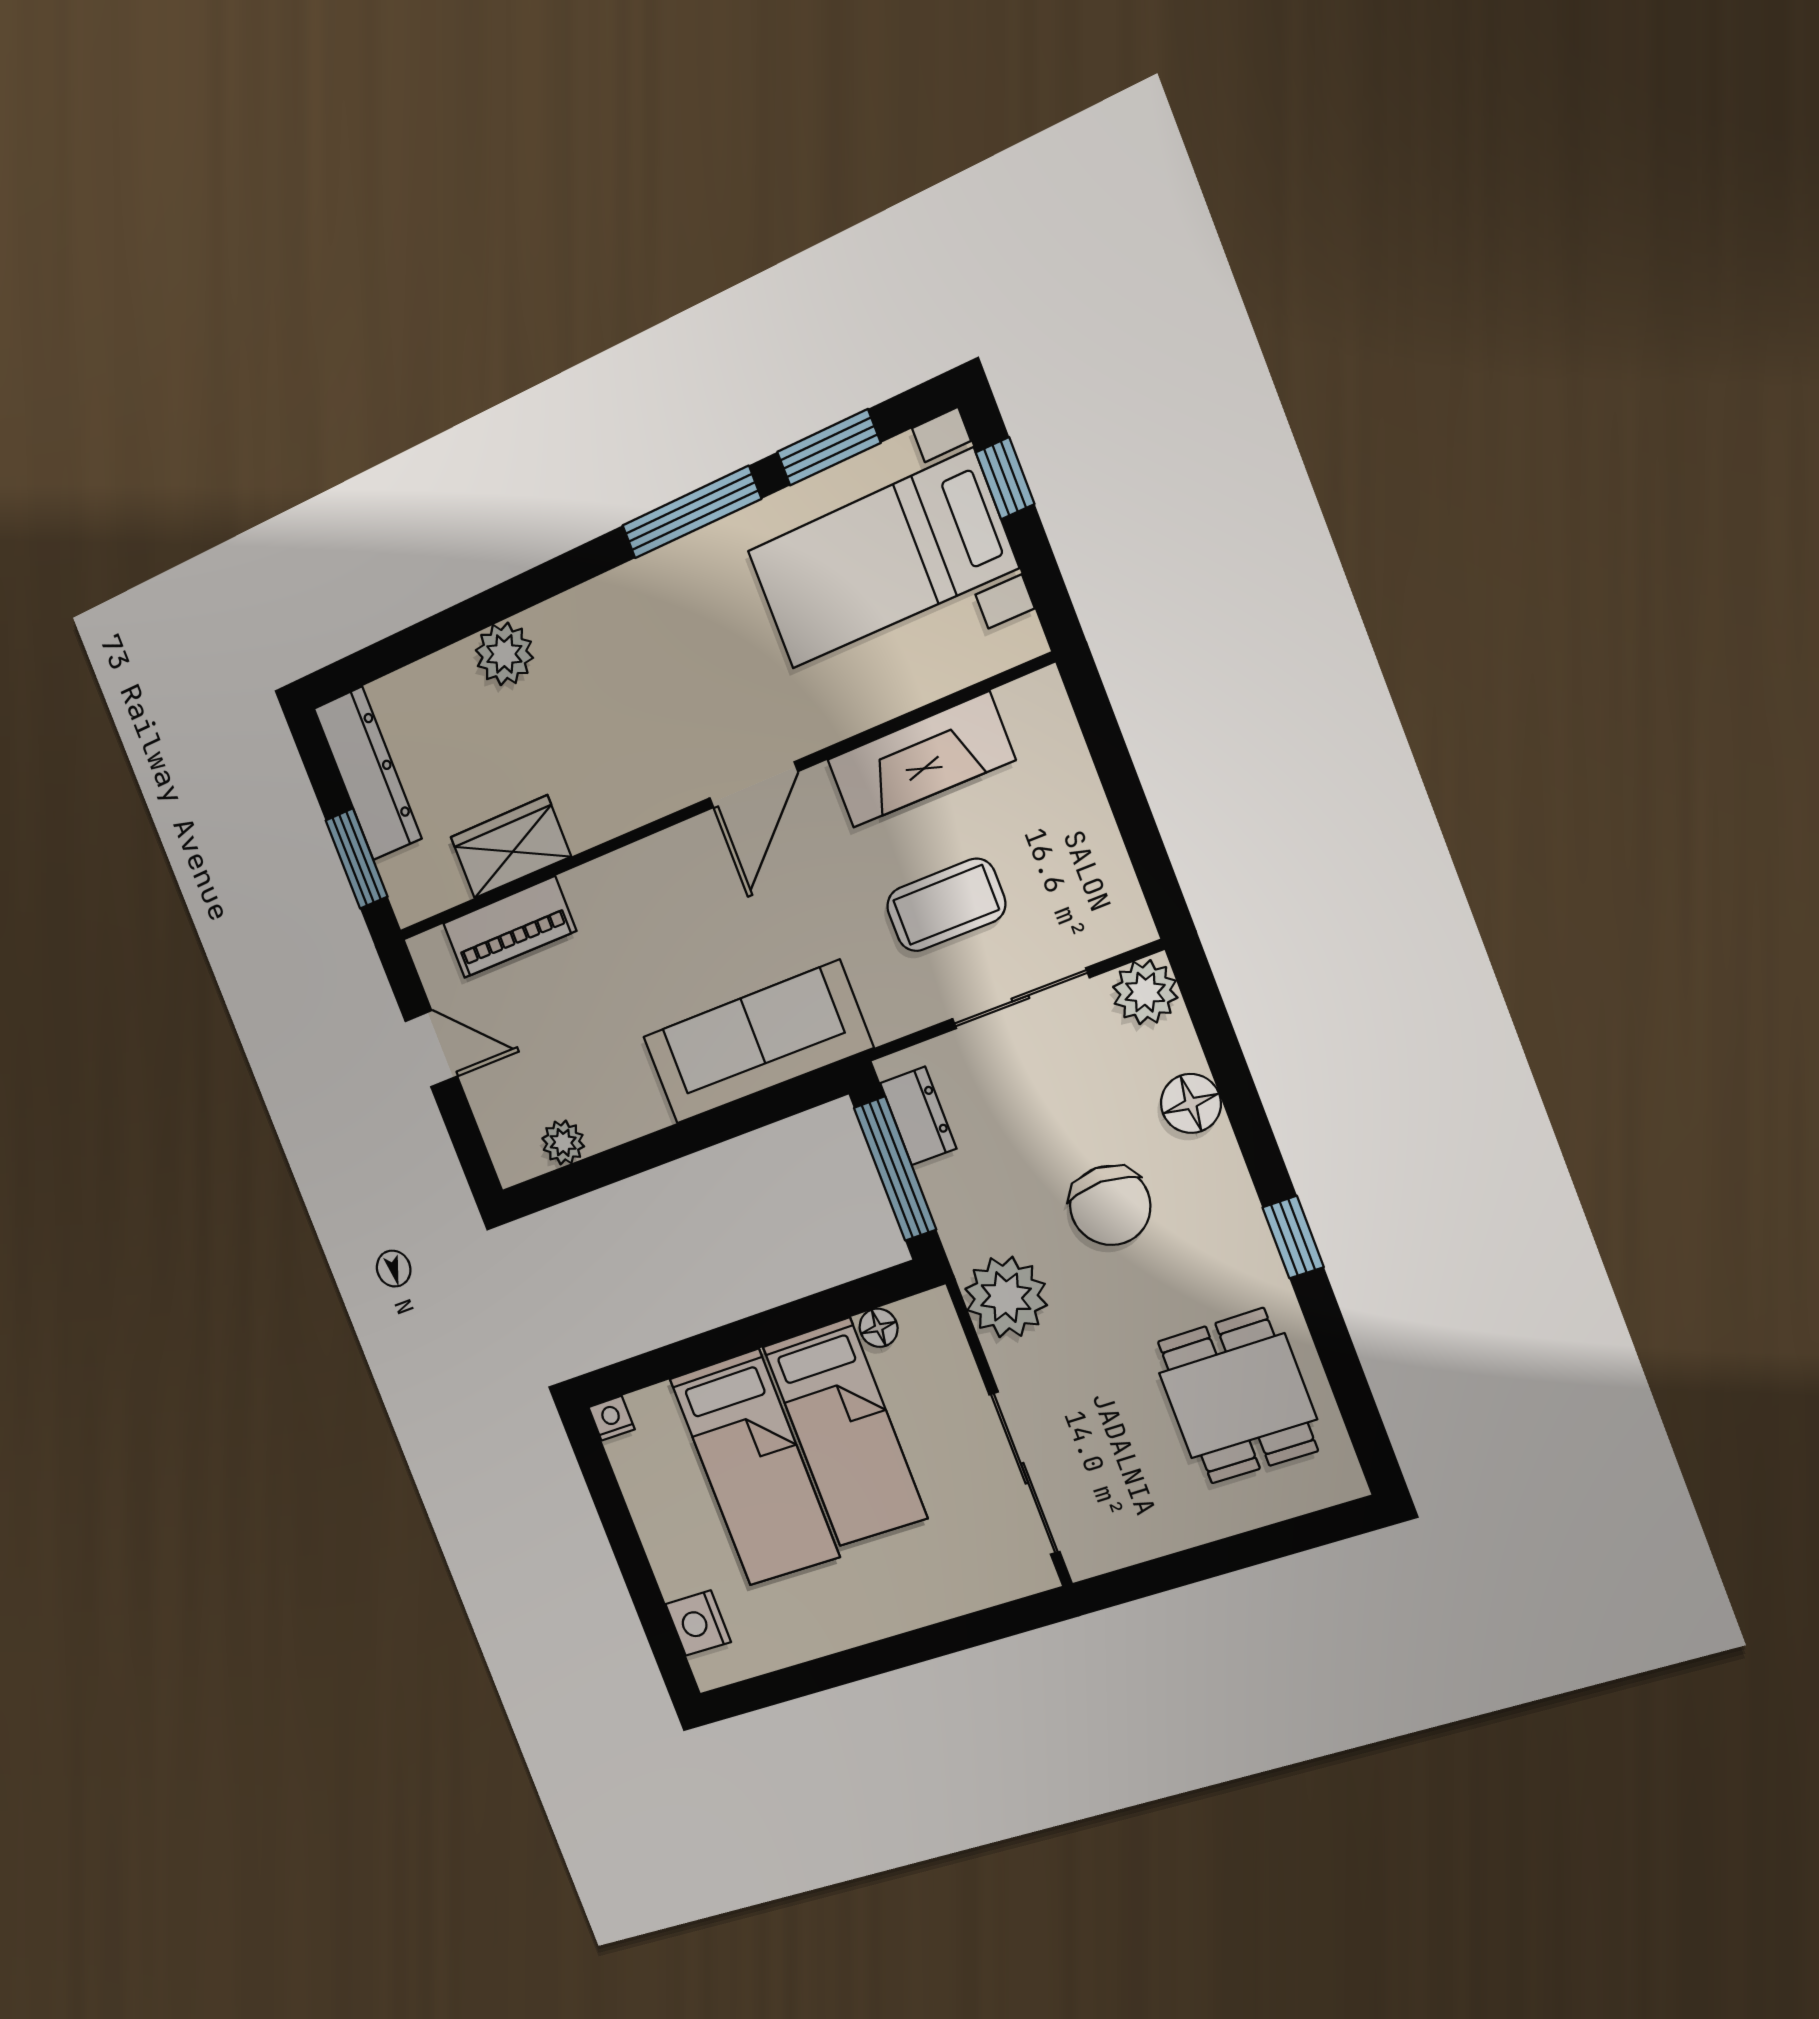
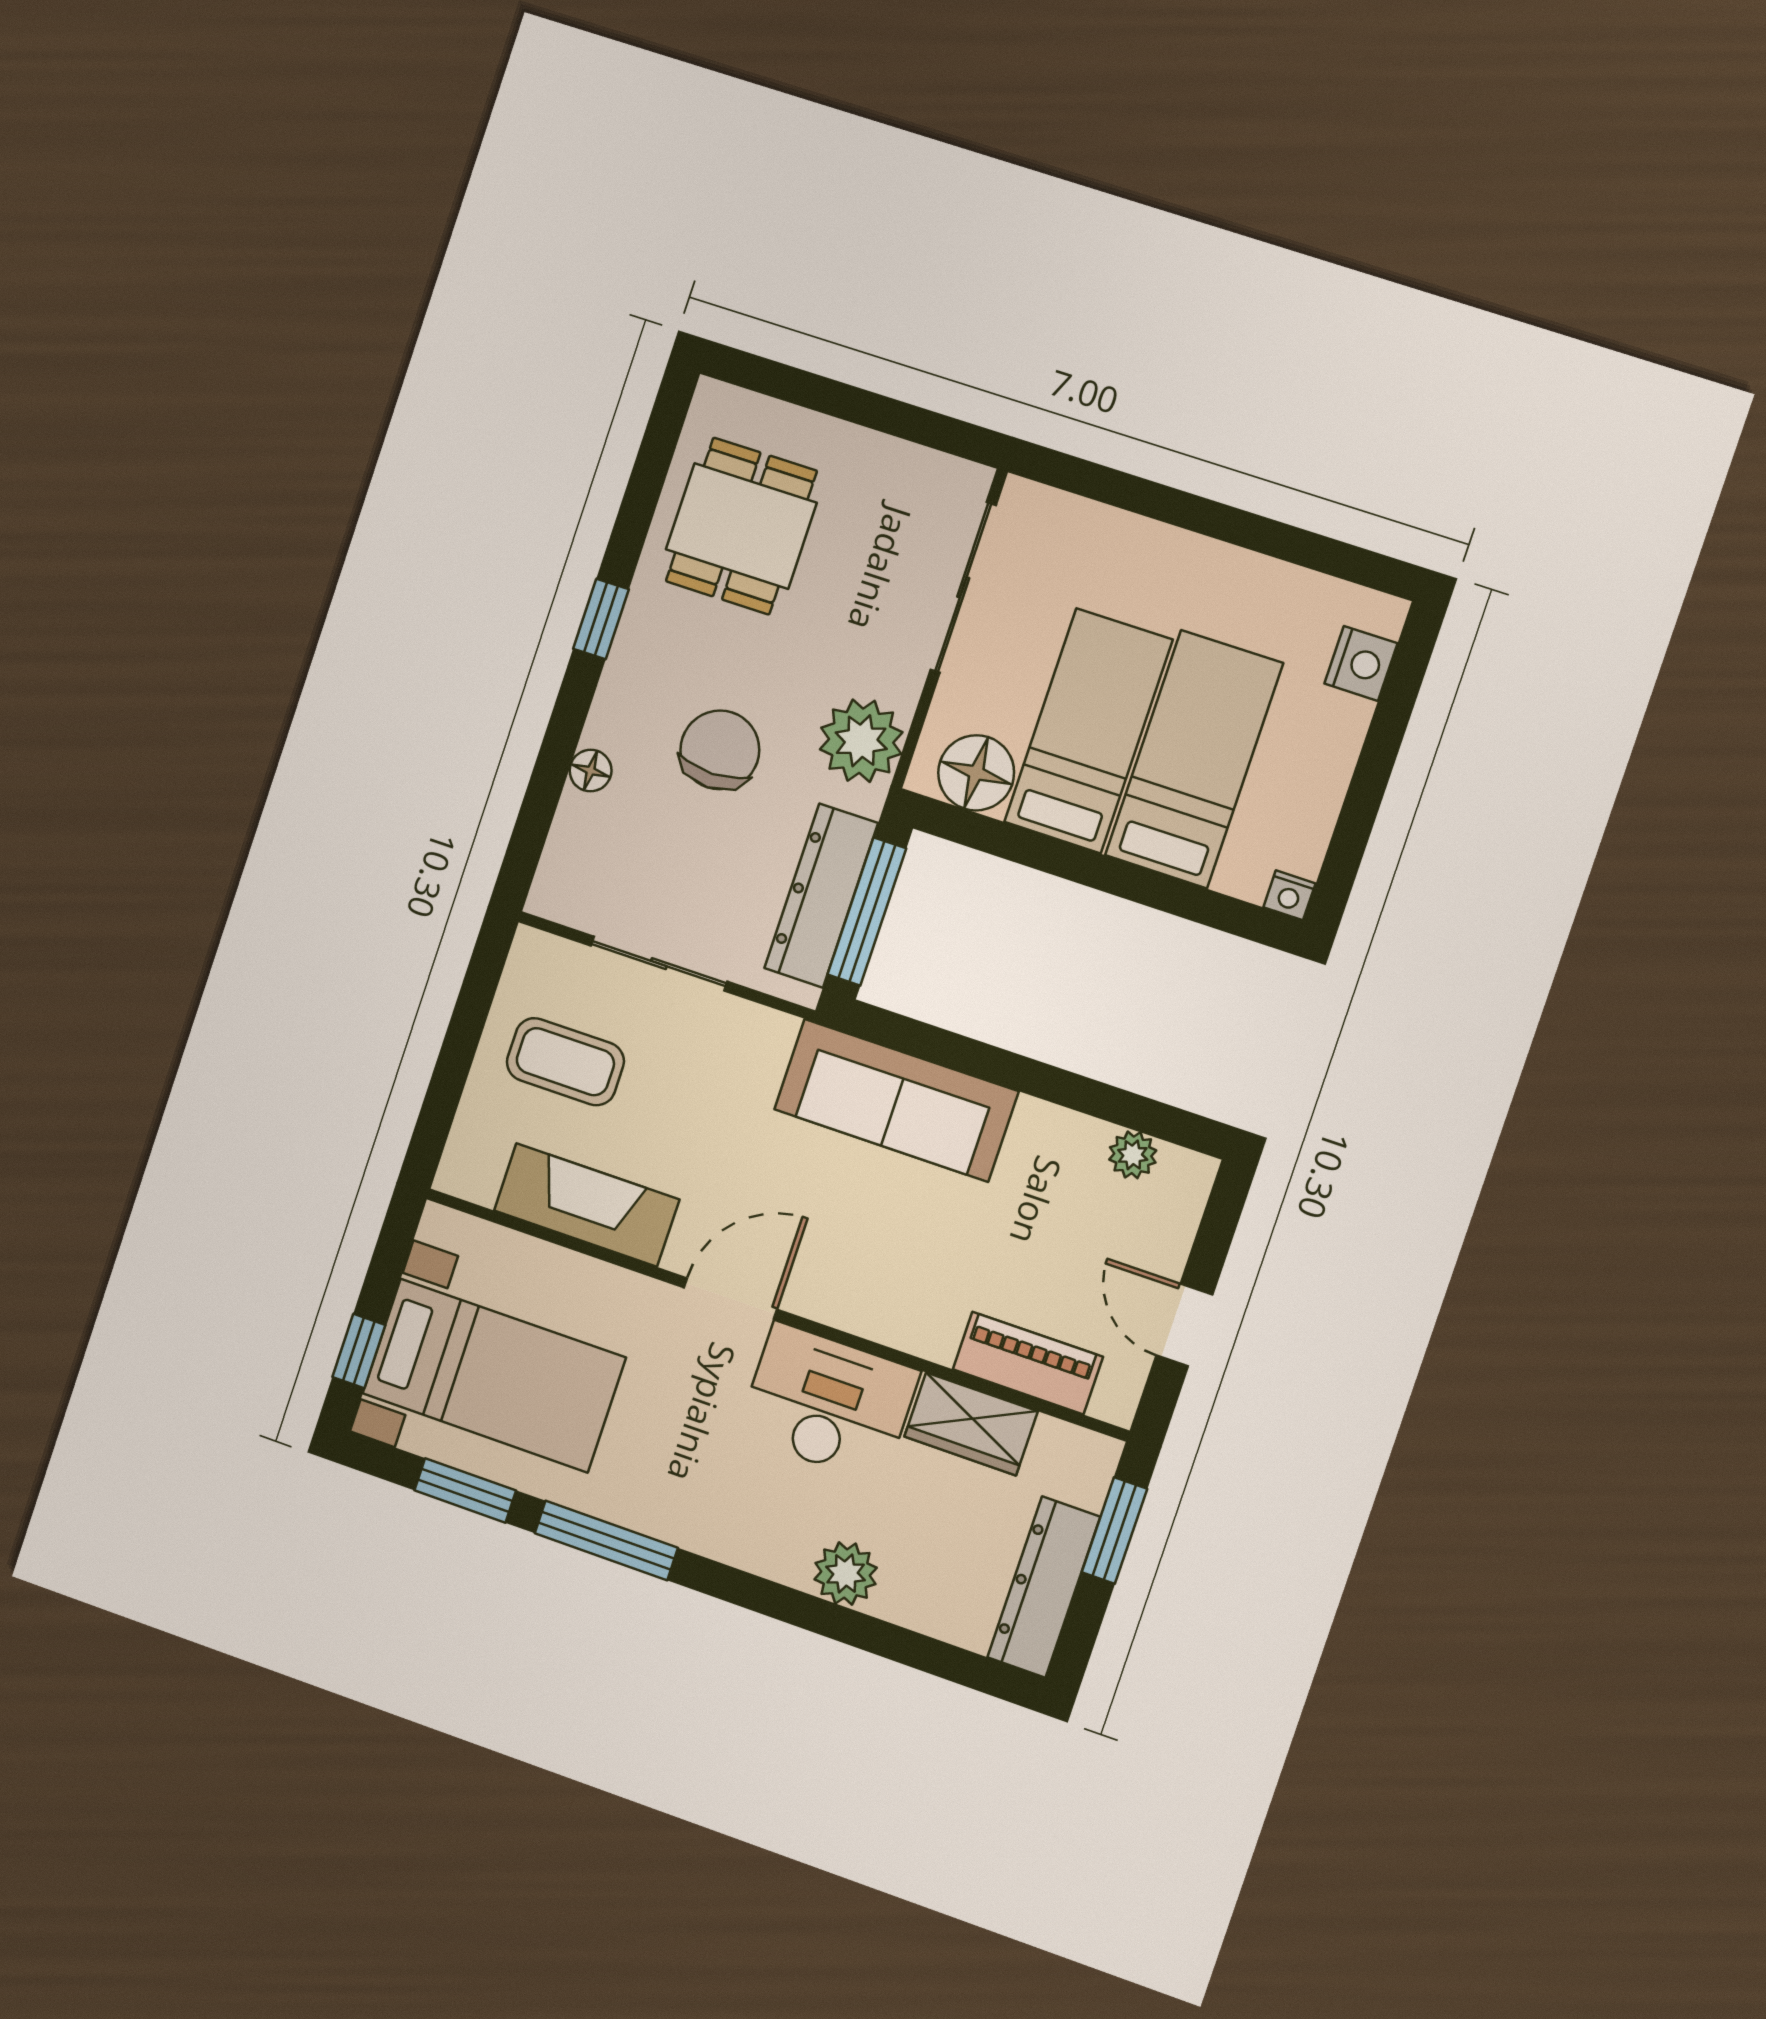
desk: (620, 770) -> (828, 1403), added
coffee table: (946, 905) -> (565, 1062), moved
plant: (1145, 992) -> (562, 892), removed
floor lamp: (1191, 1103) -> (591, 771), width x0.73, depth x0.73
dresser: (918, 1116) -> (821, 896), width x1.96, depth x1.24
floor lamp: (879, 1328) -> (976, 773), width x1.89, depth x1.89

